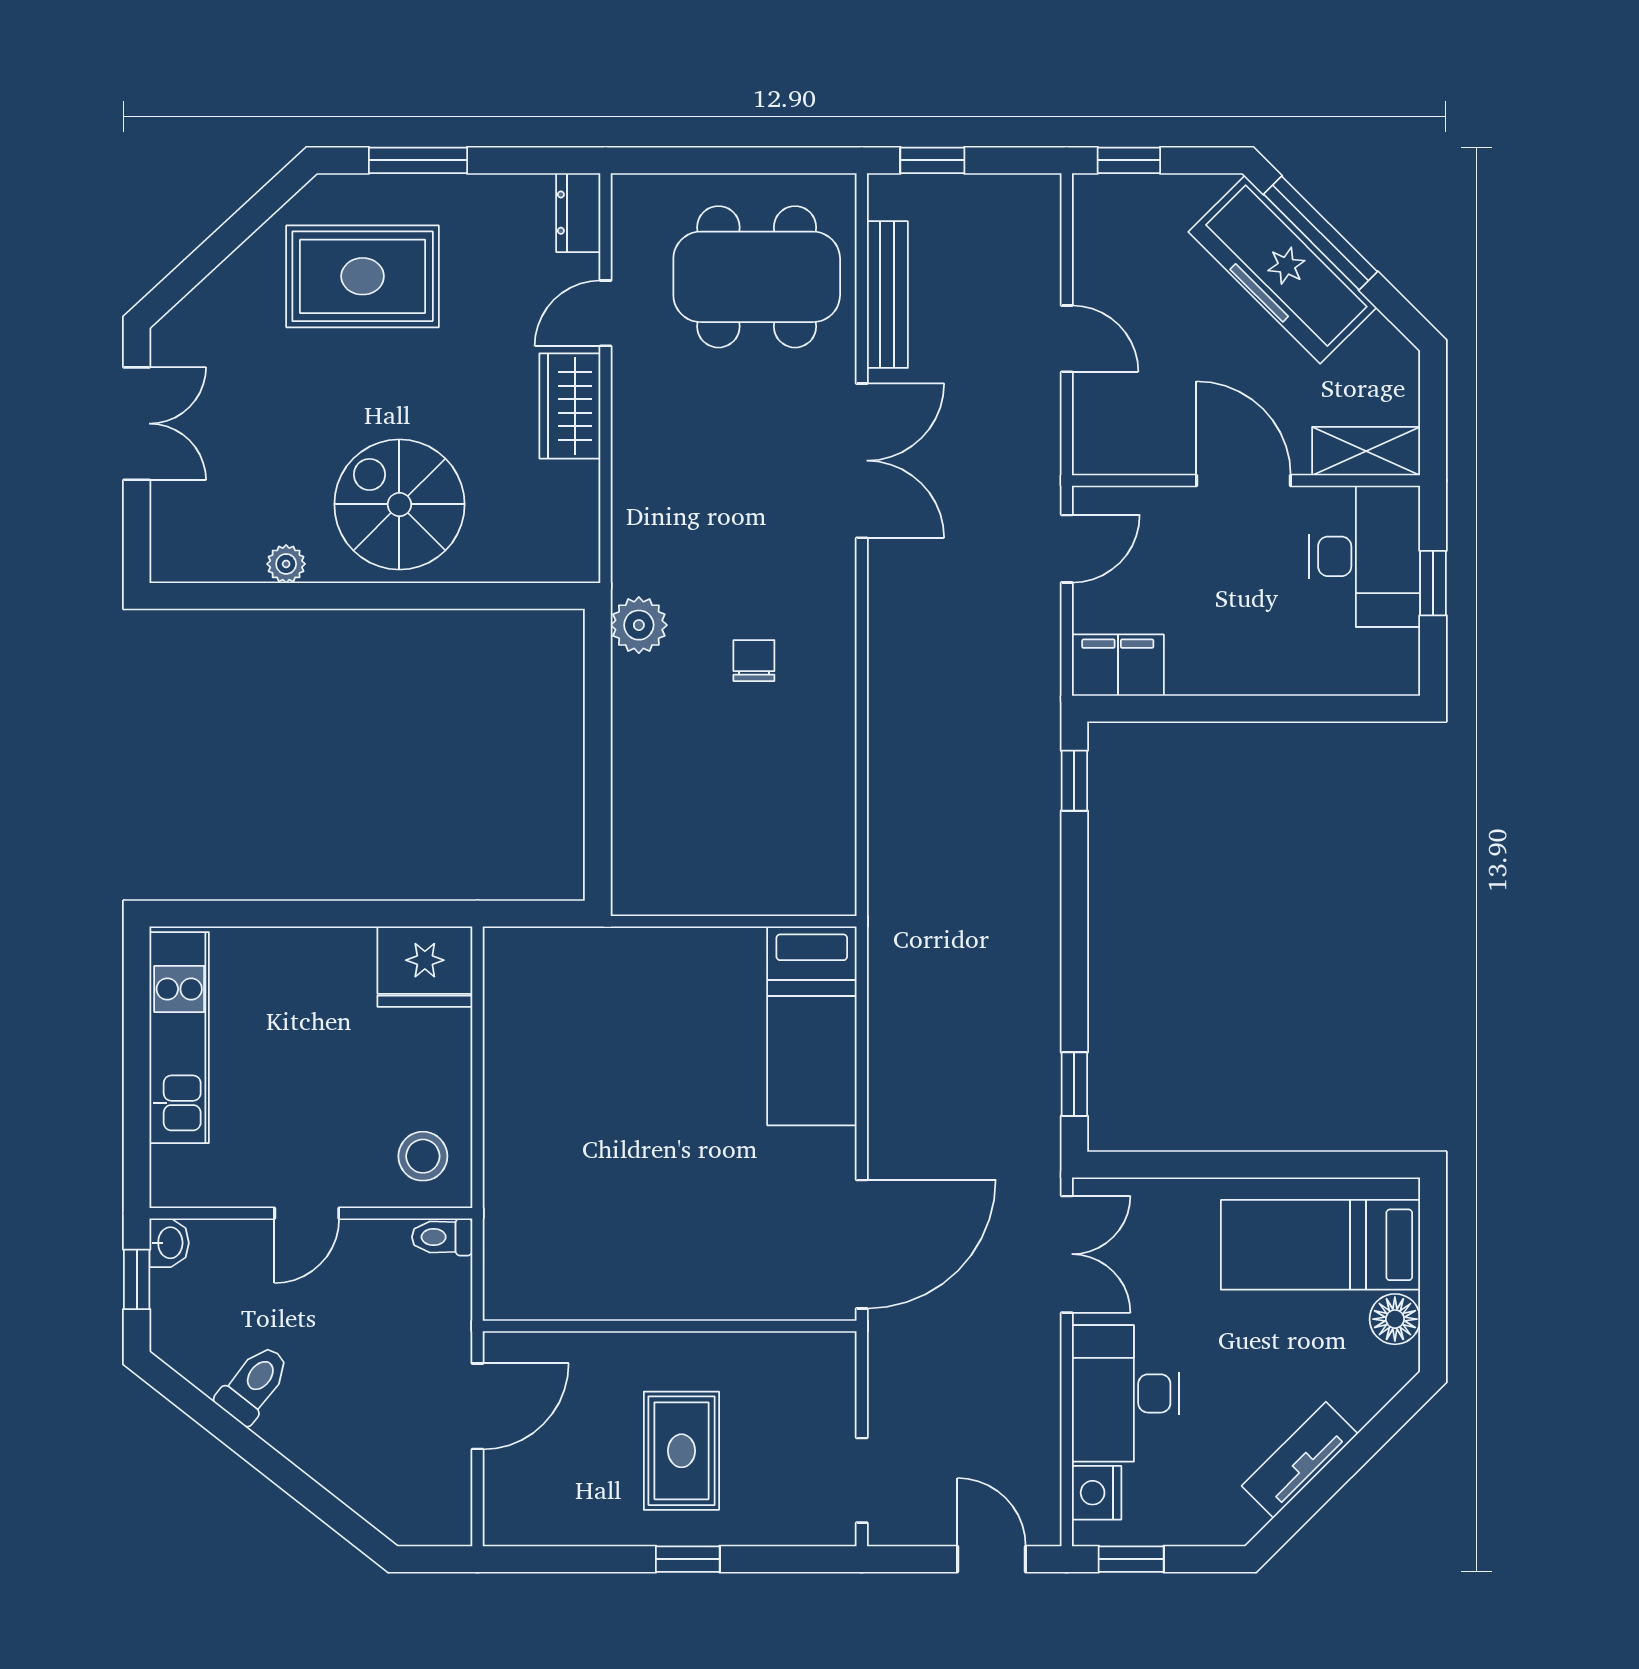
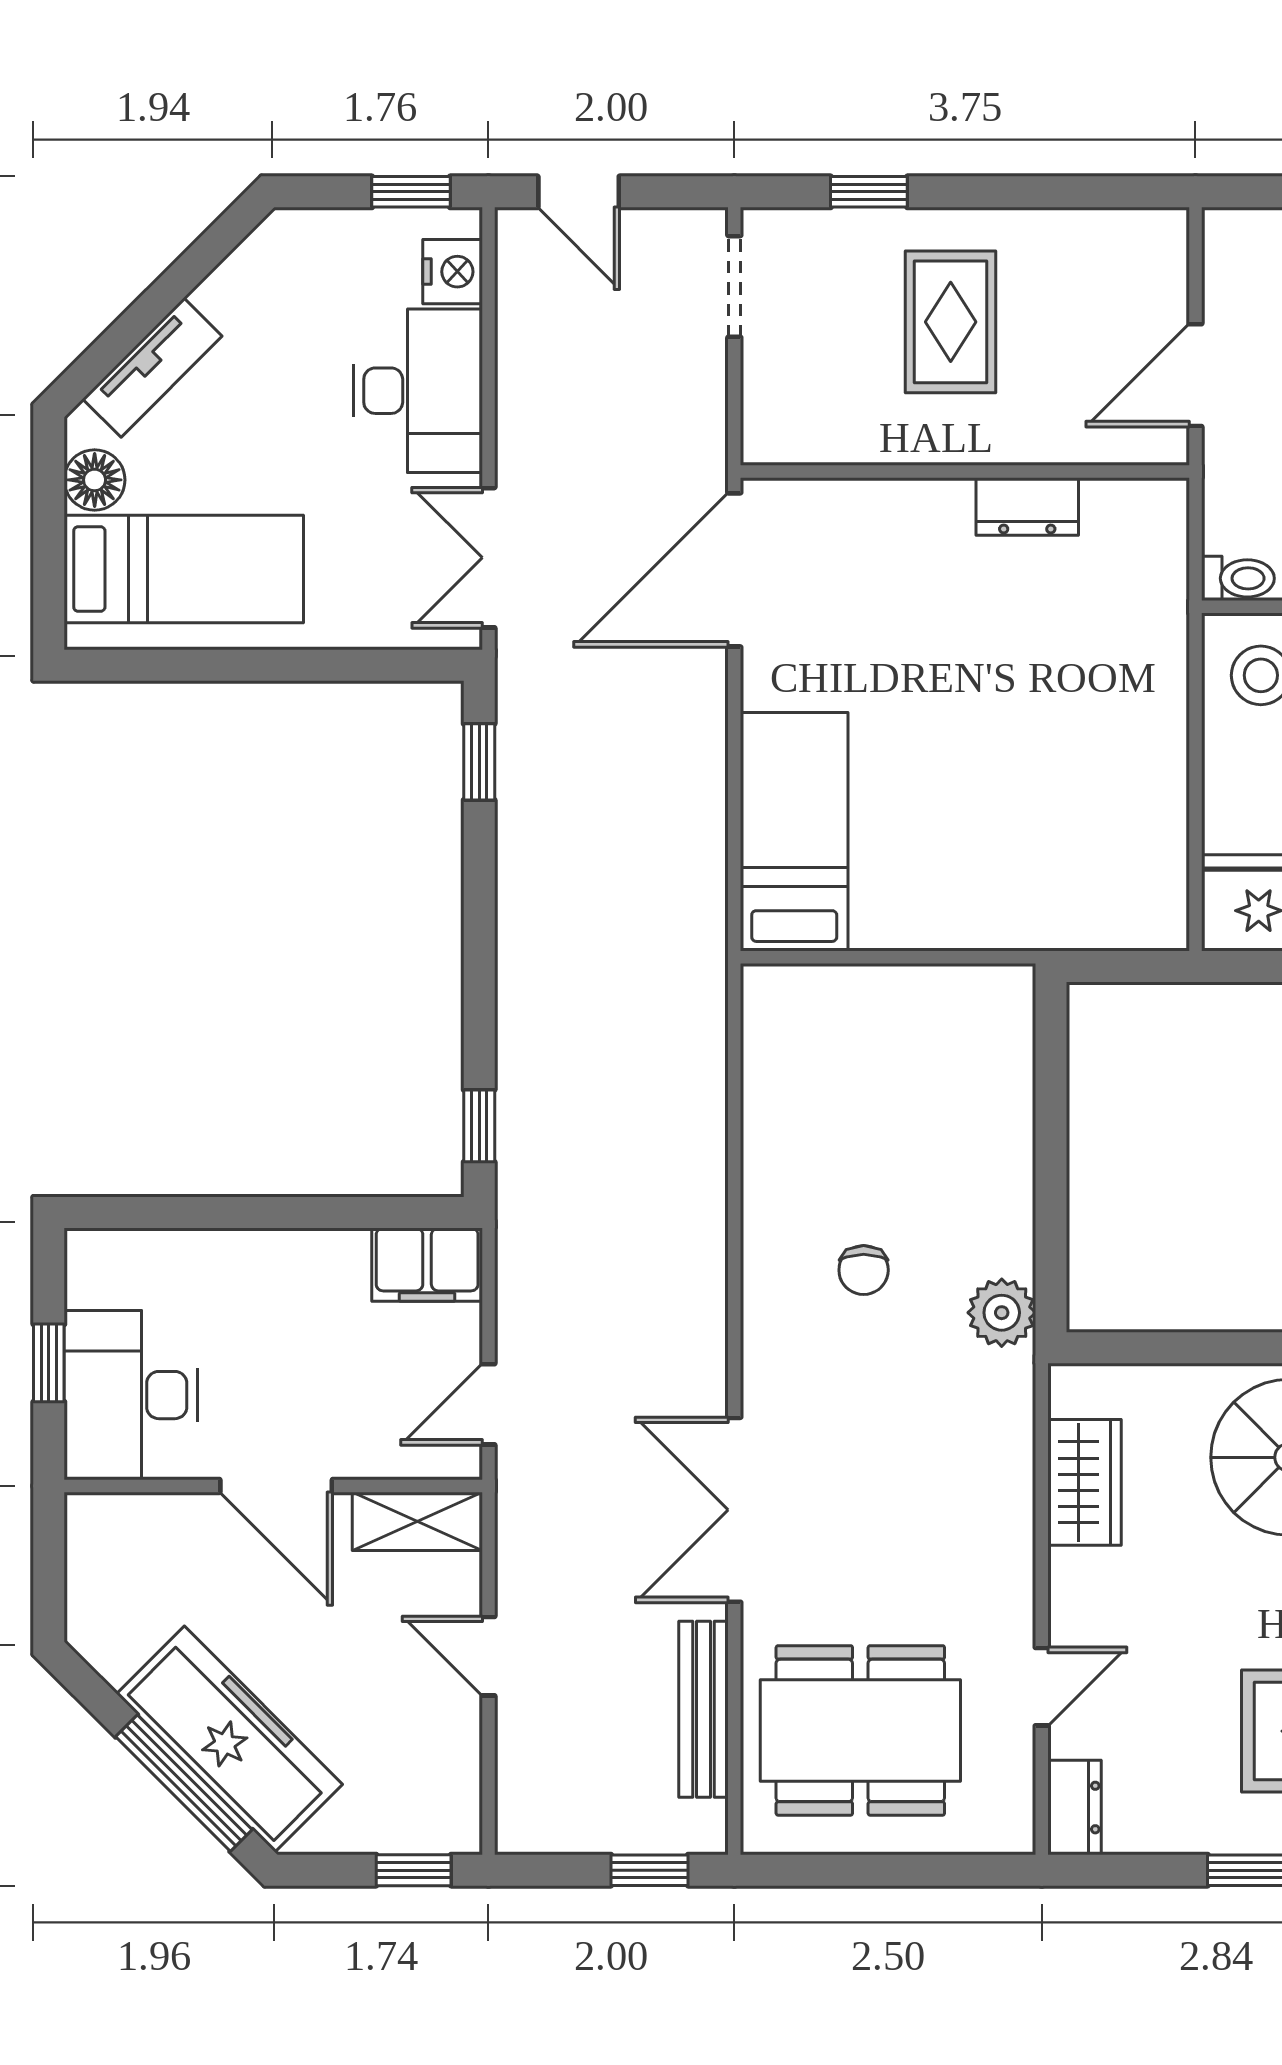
wardrobe: (570, 406) -> (1084, 1482), moved
shelving: (1366, 451) -> (417, 1521), moved
dresser: (618, 1297) -> (1027, 507), added
tv unit: (1300, 1460) -> (152, 368), moved
window: (688, 1559) -> (869, 192), moved

